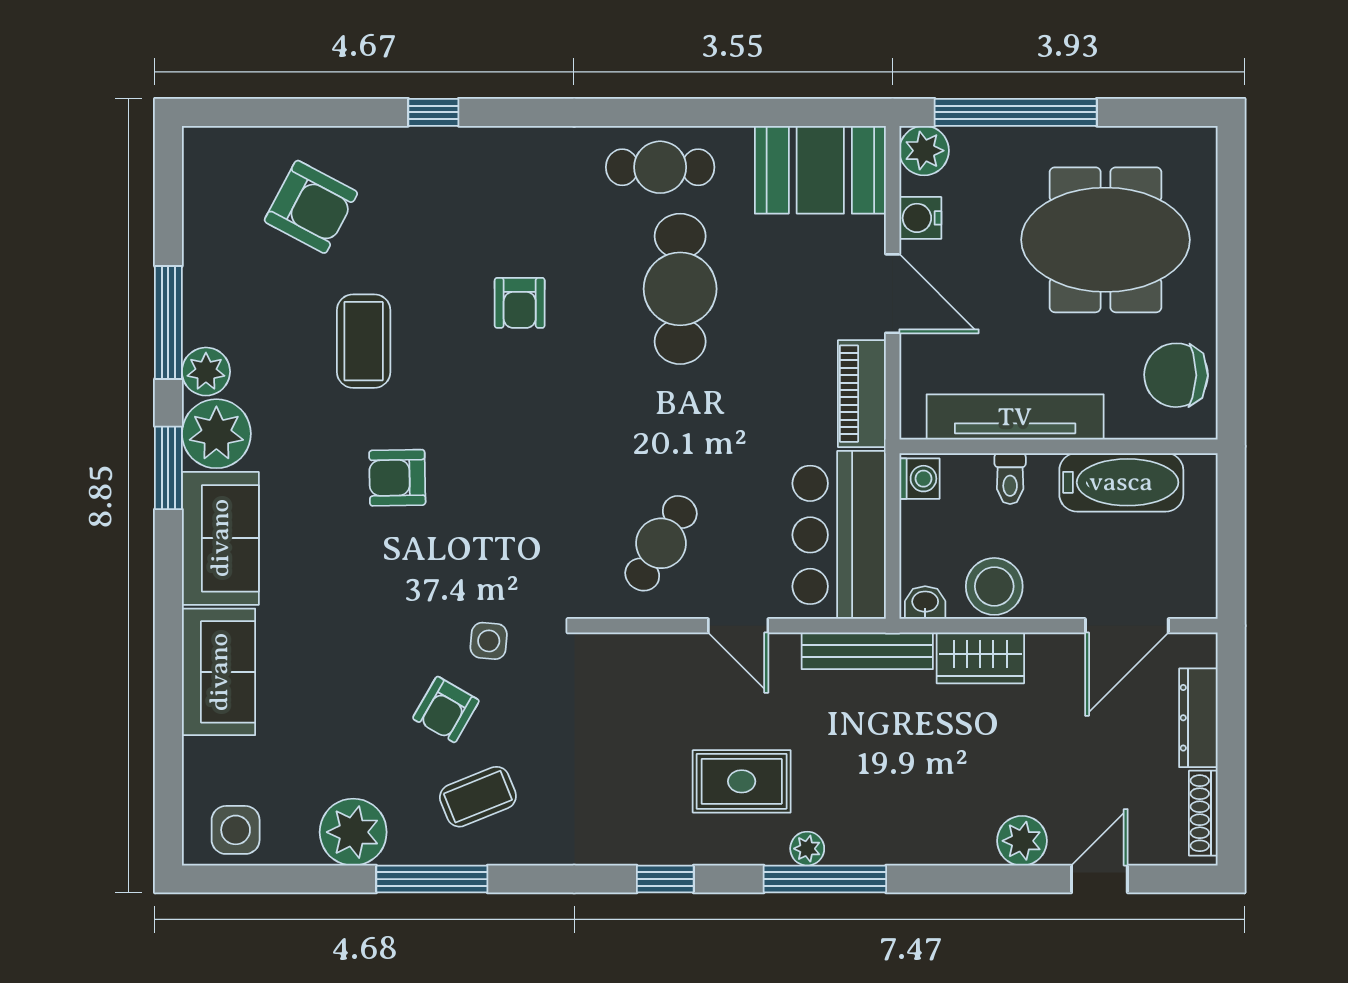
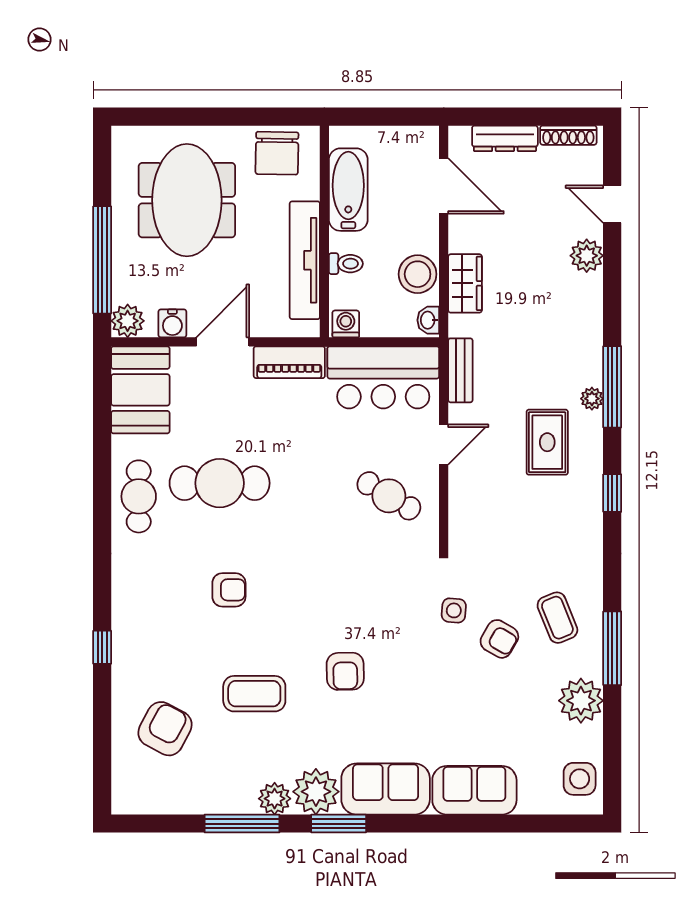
bench: (867, 651) -> (460, 370), width x0.73

